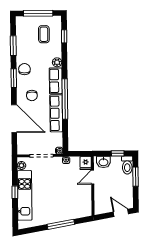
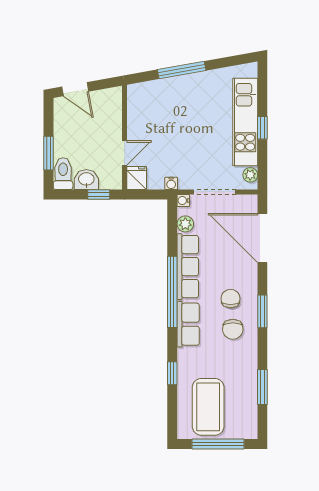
coffee table: (44, 34) -> (208, 407), width x1.86, depth x1.72
window: (64, 36) -> (172, 373), moved
plant: (57, 62) -> (185, 224), moved
chair: (24, 69) -> (233, 329), moved
window: (14, 78) -> (262, 311), moved
door: (14, 119) -> (262, 238), moved
window: (118, 153) -> (99, 195), moved
washbasin: (103, 162) -> (86, 180), moved

